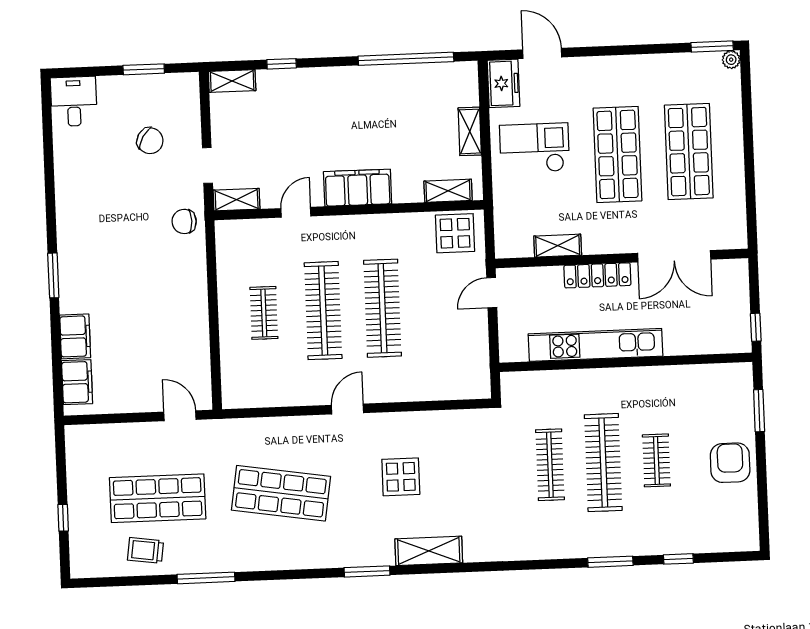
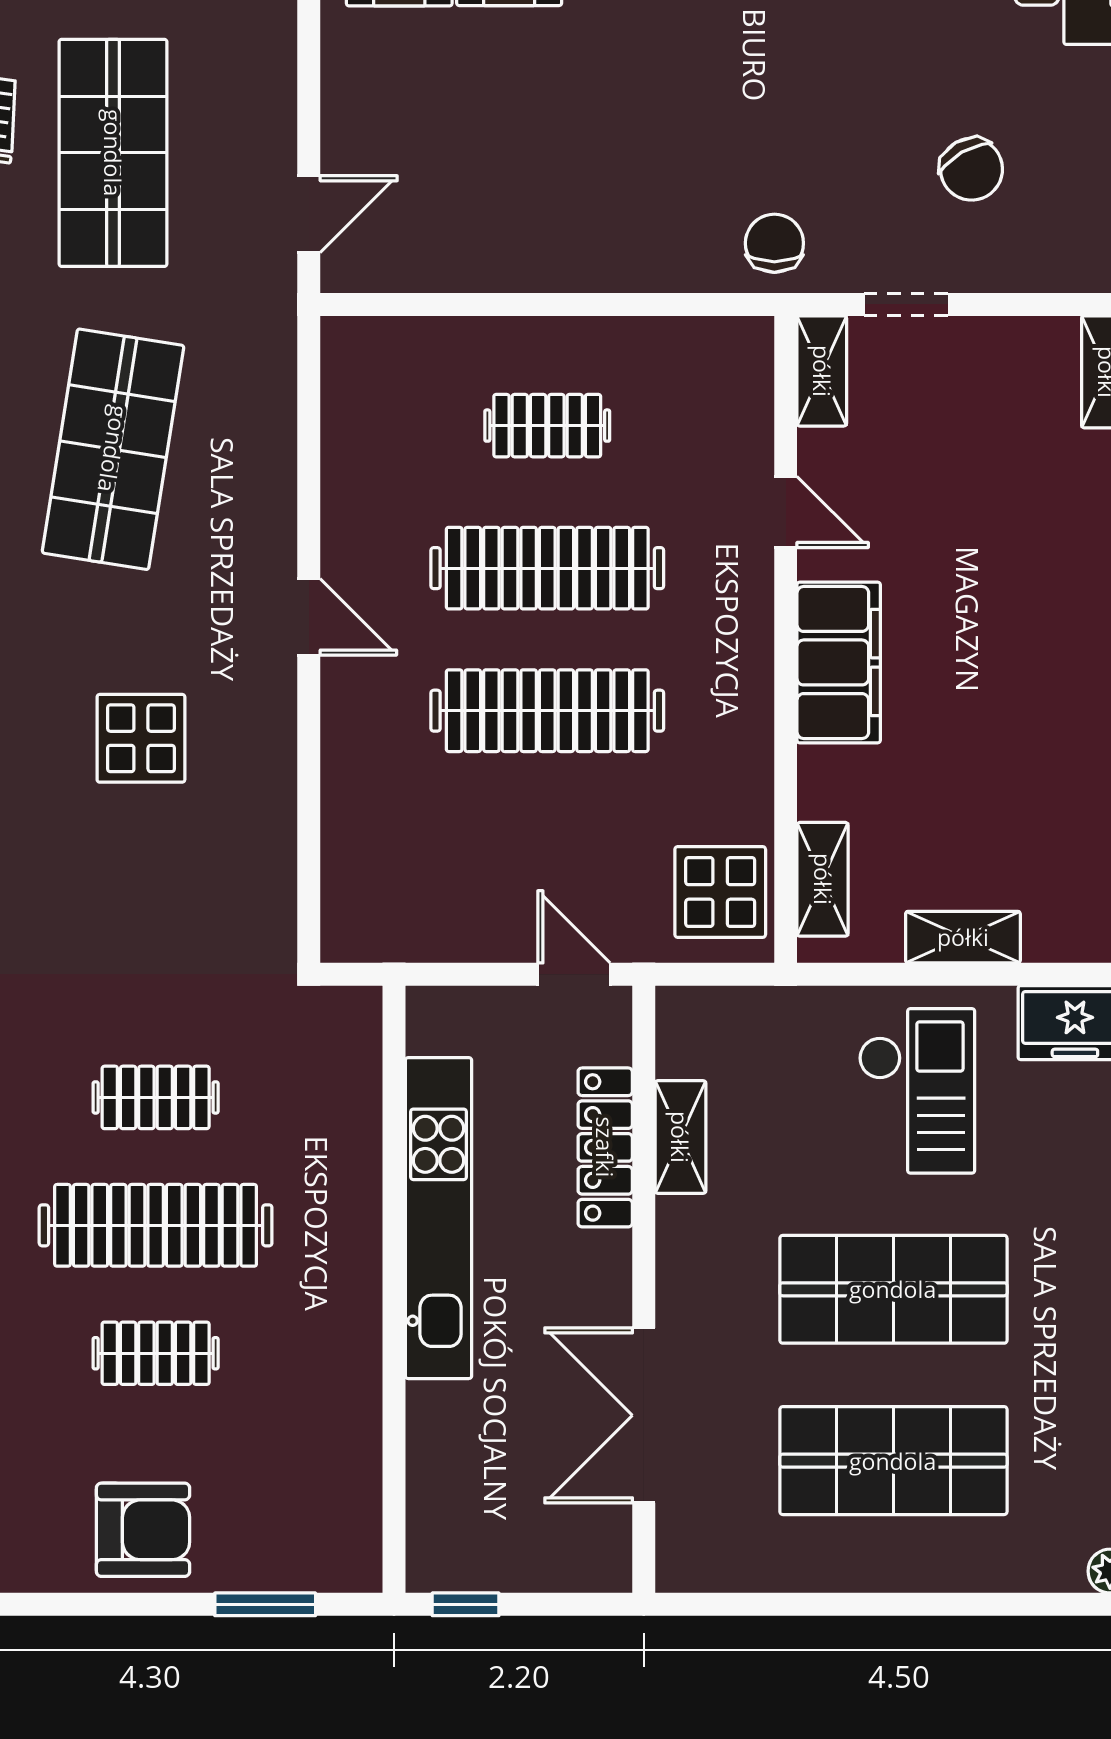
chair: (150, 141) -> (971, 169), turned -61
locker: (597, 275) -> (605, 1147), moved
clothes rail: (550, 465) -> (156, 1097), width x0.73

